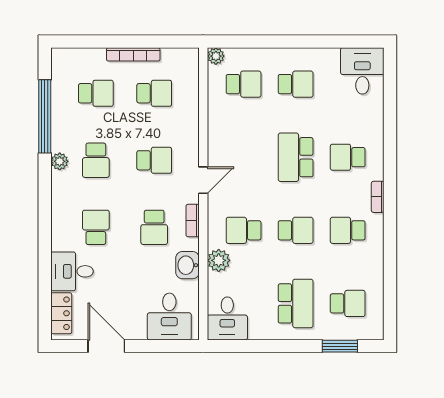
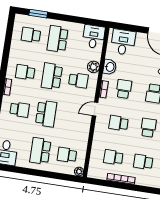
school desk: (296, 84) -> (40, 151), width x1.85
school desk: (296, 230) -> (52, 76), width x1.85
school desk: (348, 230) -> (25, 72), turned 180

